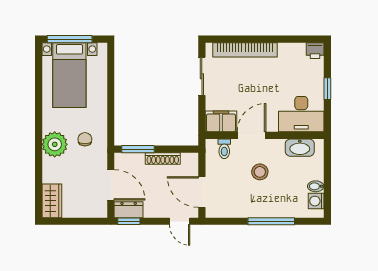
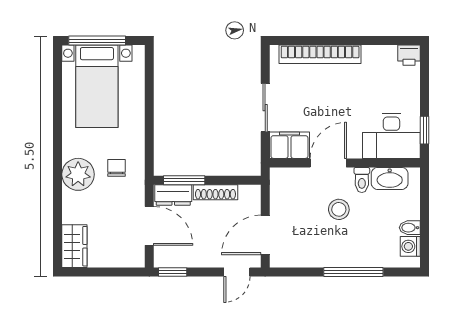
sliding door: (202, 76) -> (265, 108), moved
window: (327, 89) -> (425, 130), moved
toilet: (224, 149) -> (362, 180), moved
door: (202, 192) -> (265, 235), hinge flipped
dresser: (129, 210) -> (173, 195), moved, turned 180
door: (180, 221) -> (237, 272), hinge flipped

